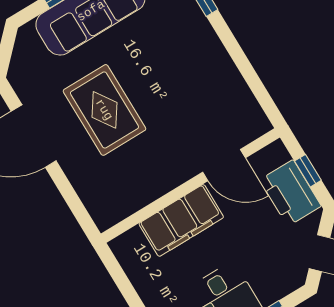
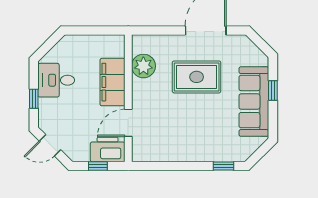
plant: (134, 191) -> (143, 66), added
printer: (290, 193) -> (108, 149), moved

